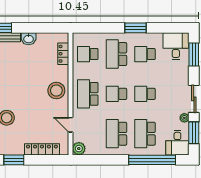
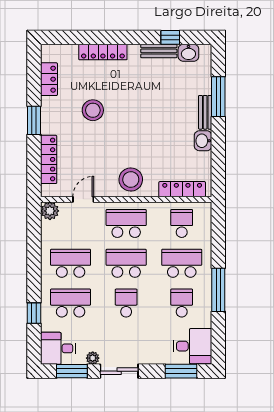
window: (136, 28) -> (218, 290), width x1.44
locker: (63, 54) -> (182, 189), width x1.53
school desk: (116, 94) -> (126, 263), width x1.85
window: (152, 160) -> (34, 313), width x0.32

